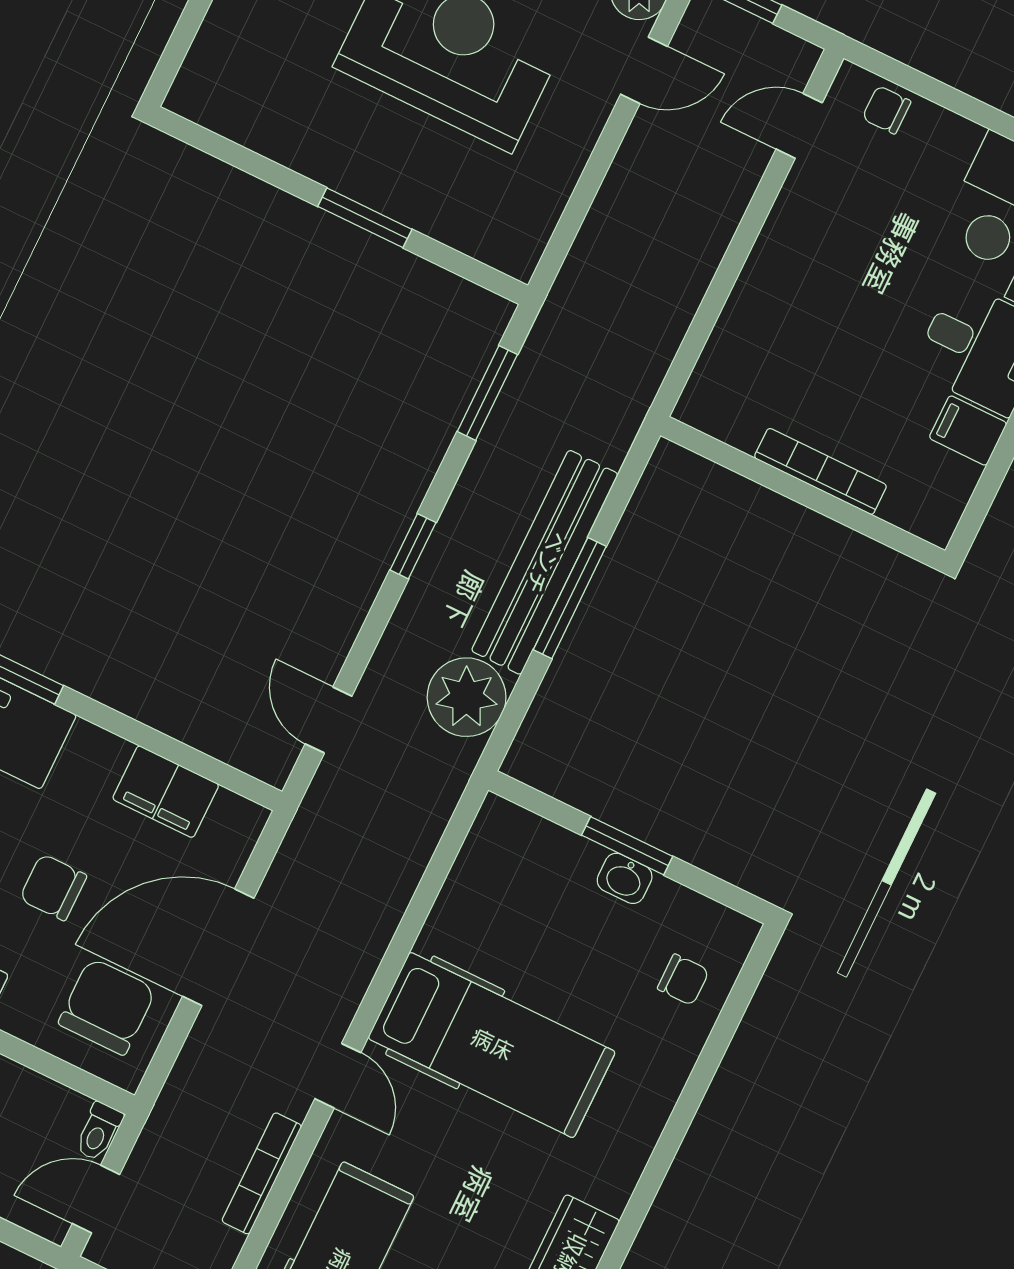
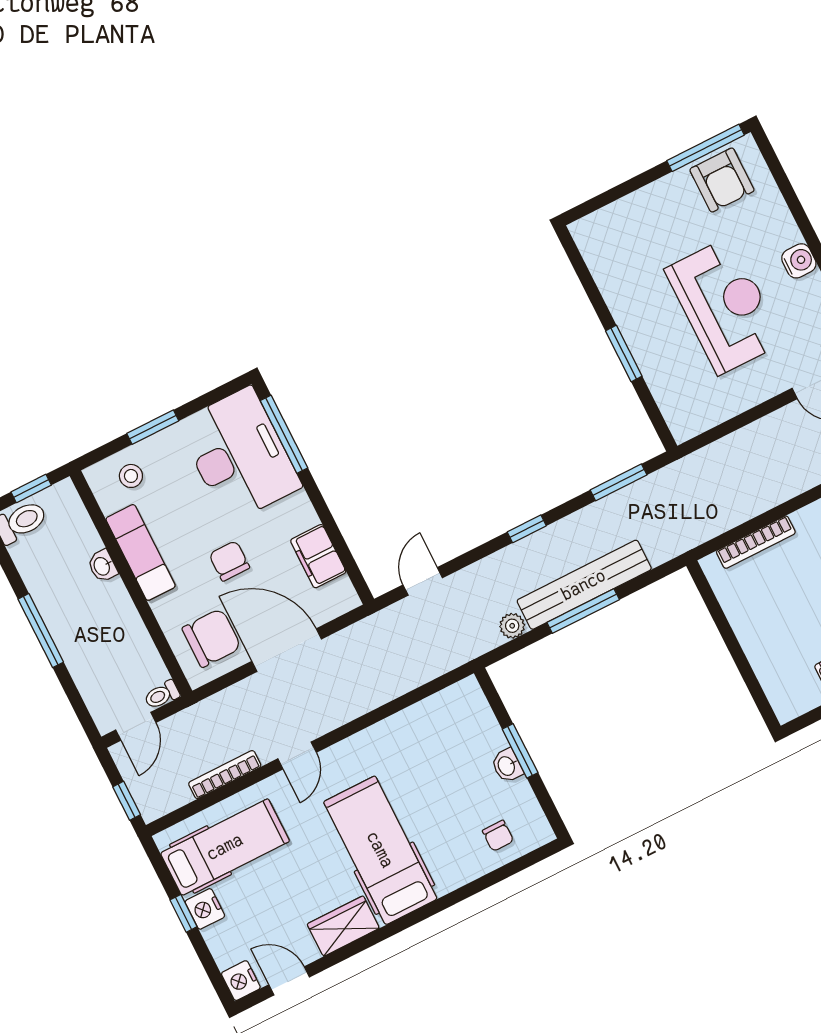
bookcase: (820, 471) -> (756, 542), moved, turned 90
plant: (467, 697) -> (512, 626), width x0.53, depth x0.53
hospital bed: (492, 1045) -> (380, 850), moved, turned 180
door: (96, 1199) -> (136, 726), swing flipped

